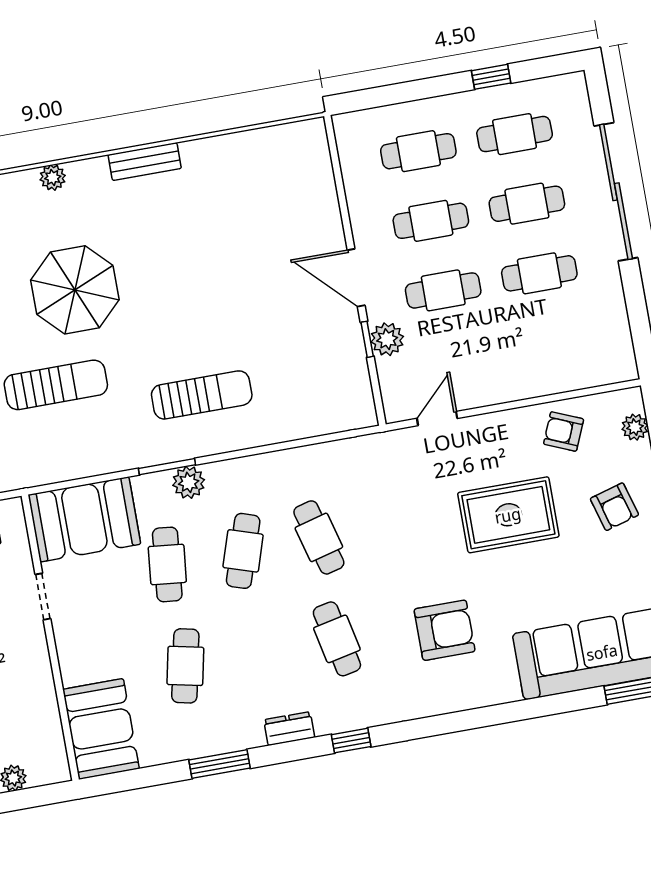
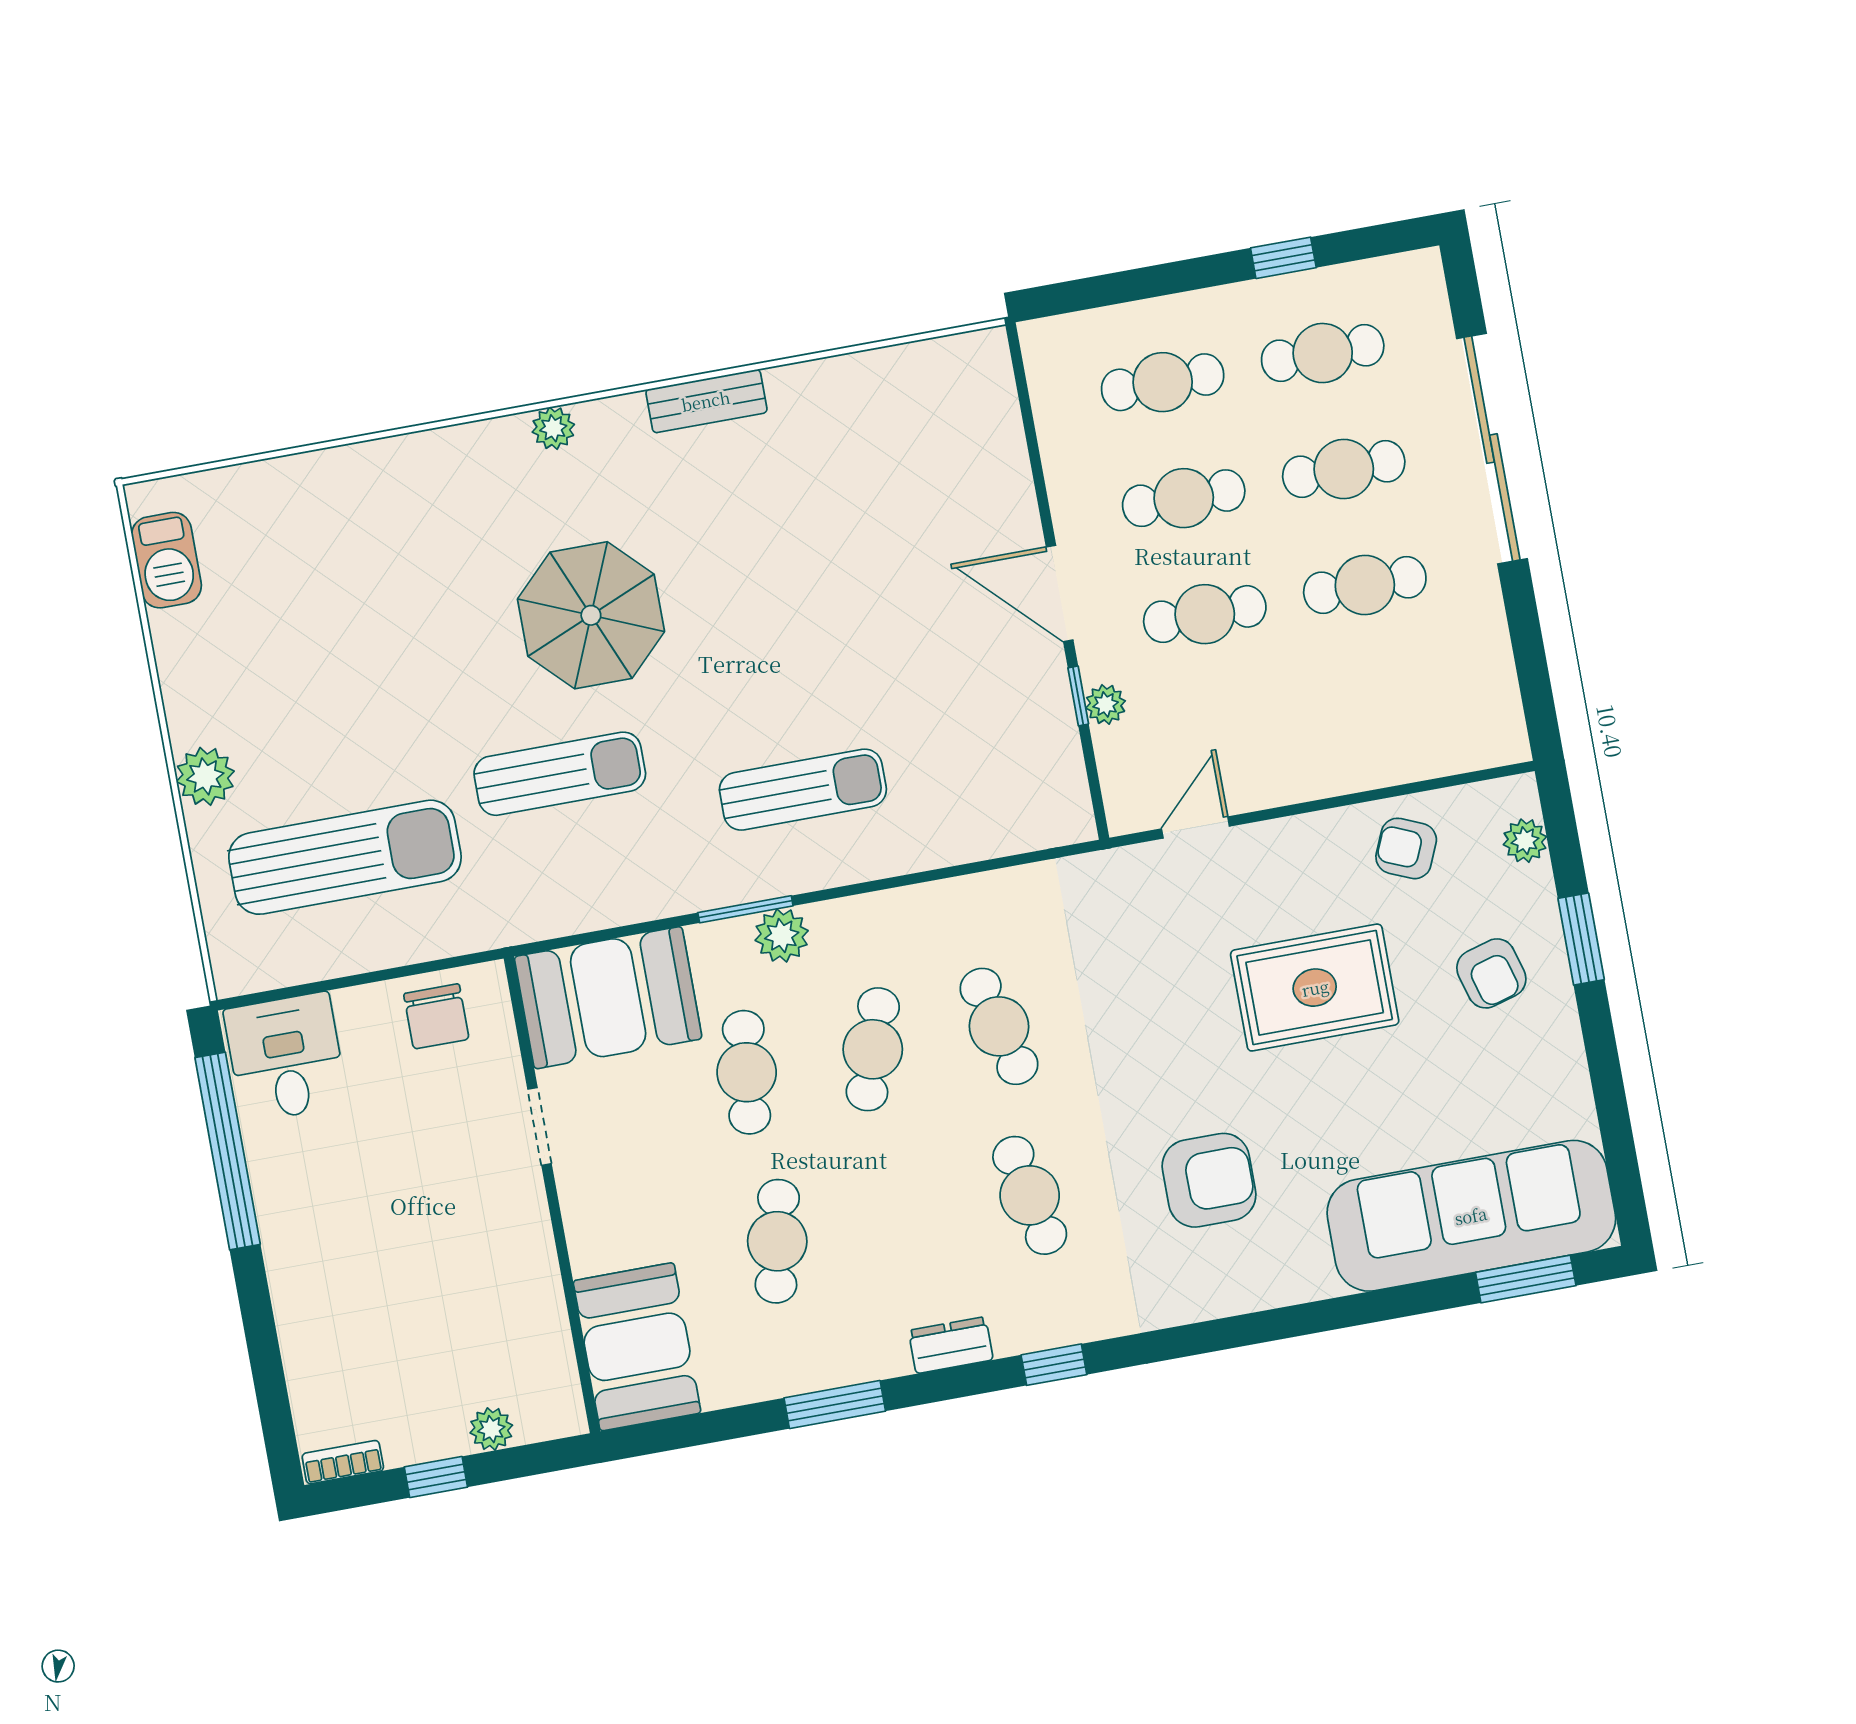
plant: (387, 339) -> (1106, 704), width x0.73, depth x0.73

